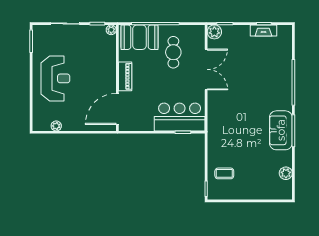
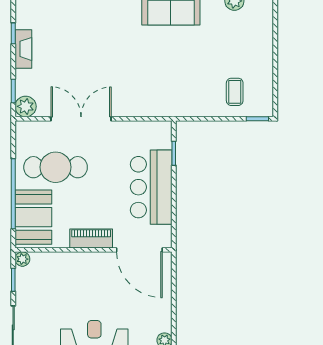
fireplace: (263, 30) -> (23, 49), moved
cafe table: (173, 52) -> (56, 167), width x1.37, depth x1.35
bar counter: (180, 117) -> (151, 187), moved

